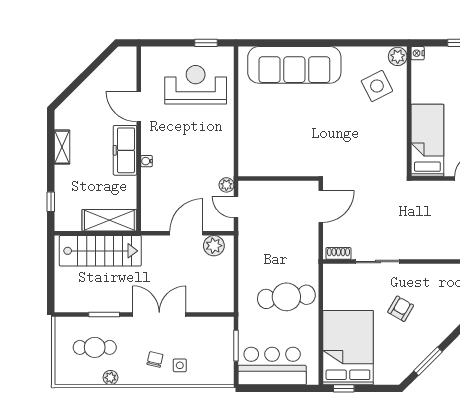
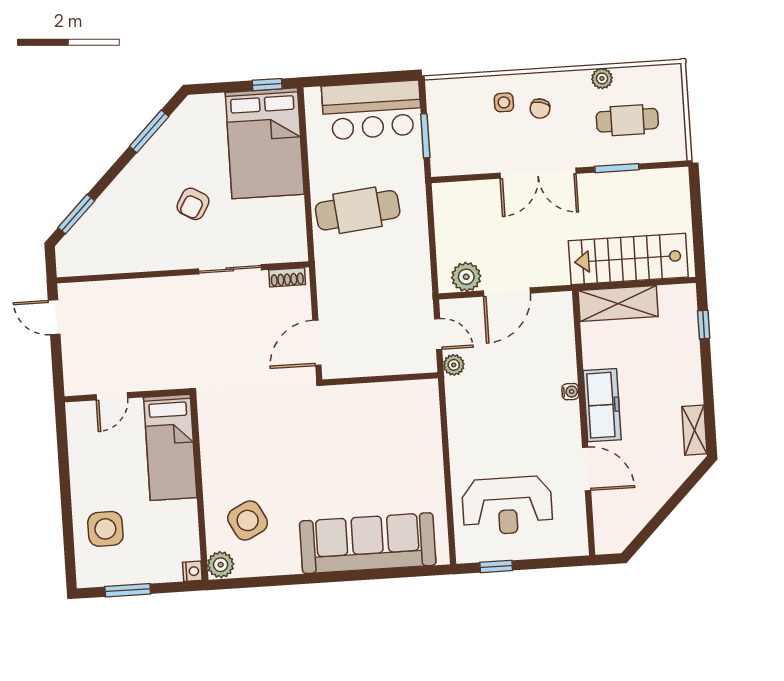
shelving: (62, 147) -> (694, 430), moved

